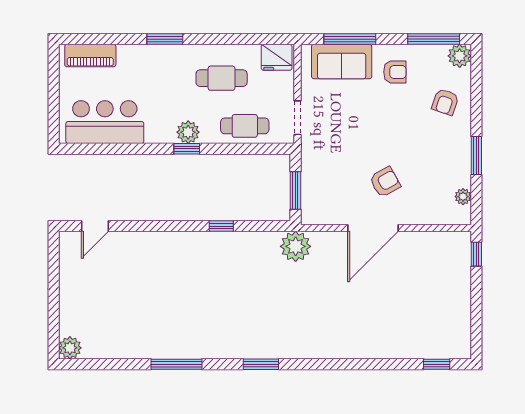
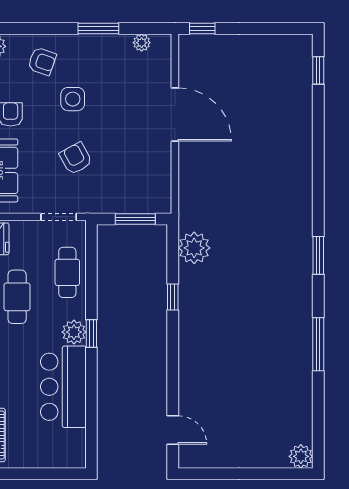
bar counter: (105, 122) -> (63, 387), moved
side table: (409, 131) -> (73, 99), added
armchair: (385, 182) -> (76, 158), moved
door: (373, 228) -> (175, 114), moved
plant: (296, 246) -> (194, 248), moved

